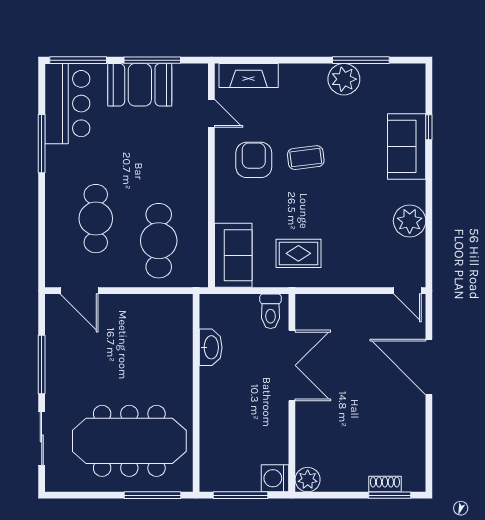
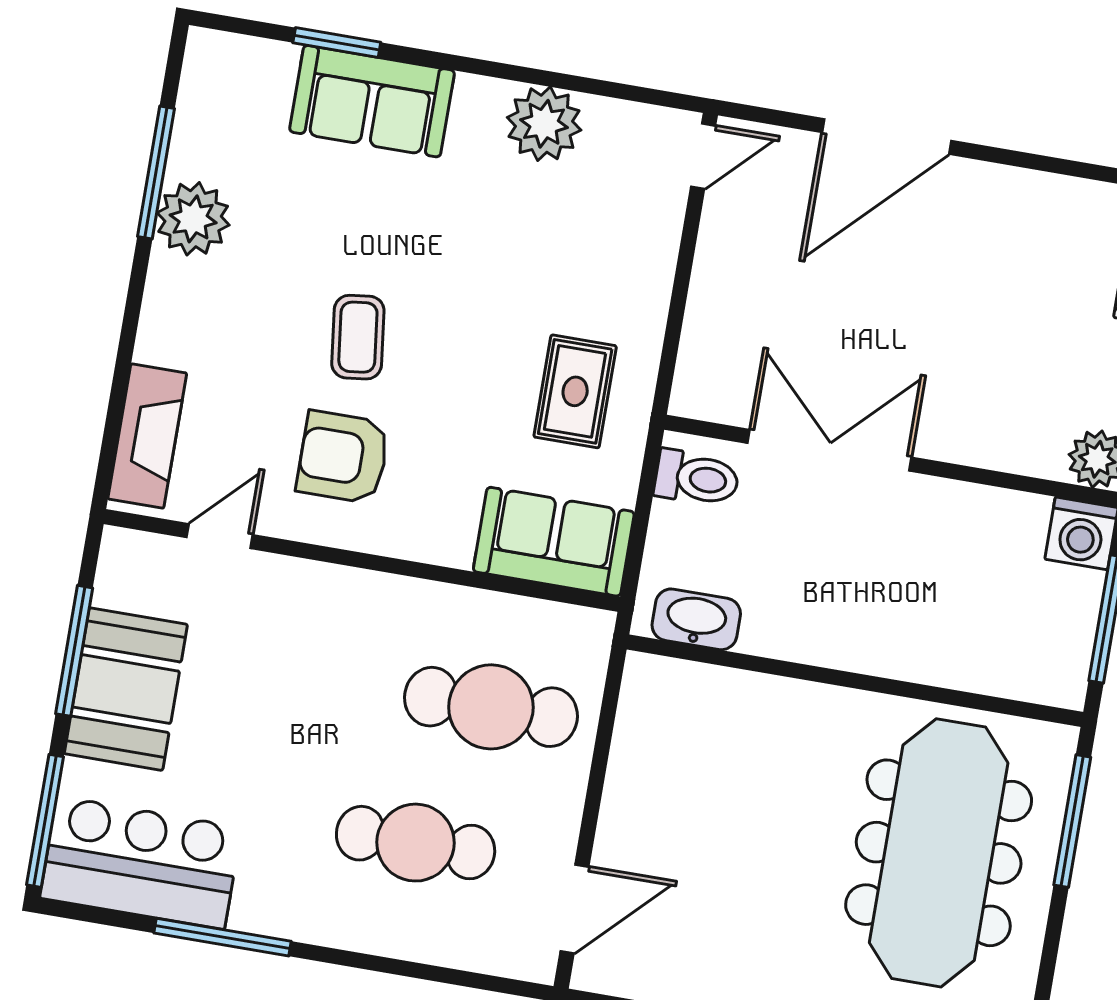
window: (429, 127) -> (337, 43), width x1.50
washbasin: (211, 347) -> (696, 619), moved

